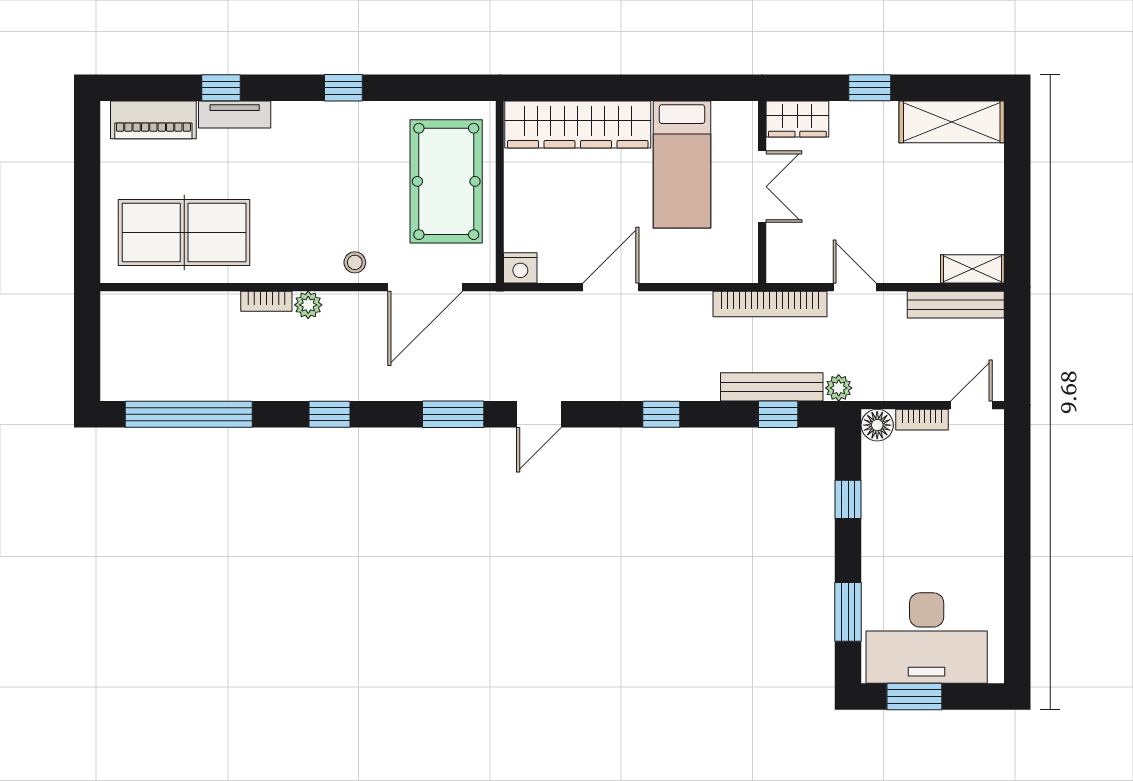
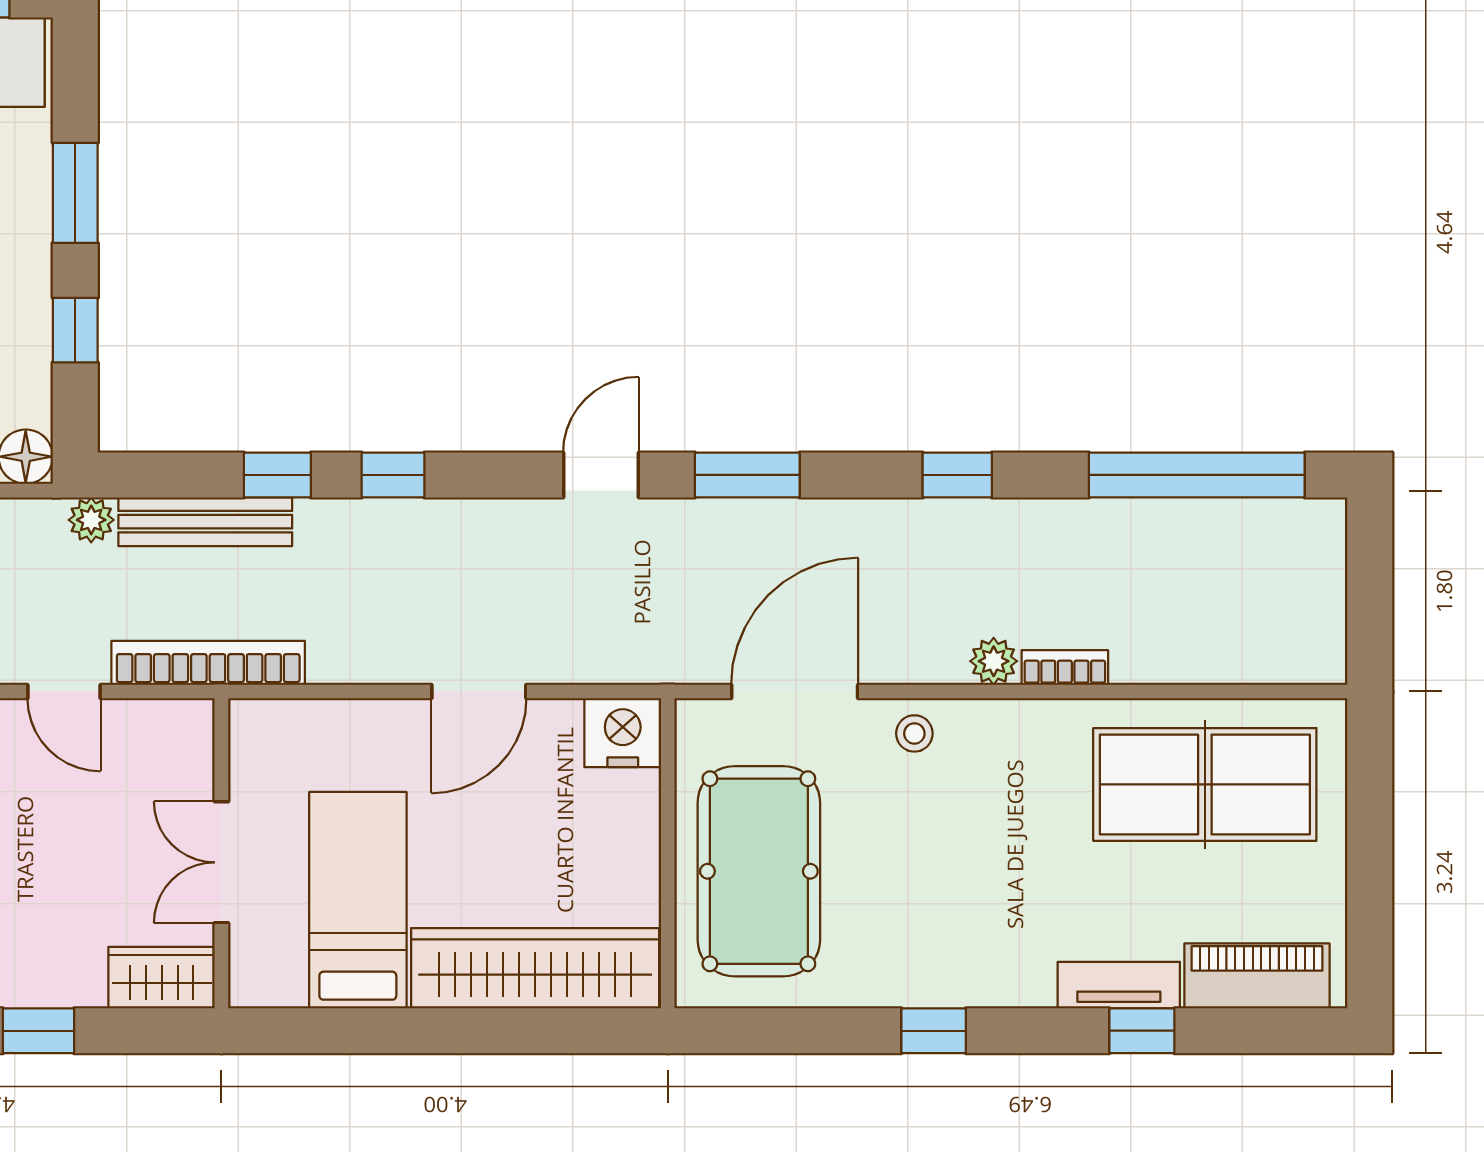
nightstand: (520, 268) -> (623, 733), width x1.36, depth x1.33
window: (778, 414) -> (277, 475), moved
window: (848, 612) -> (75, 193), moved

